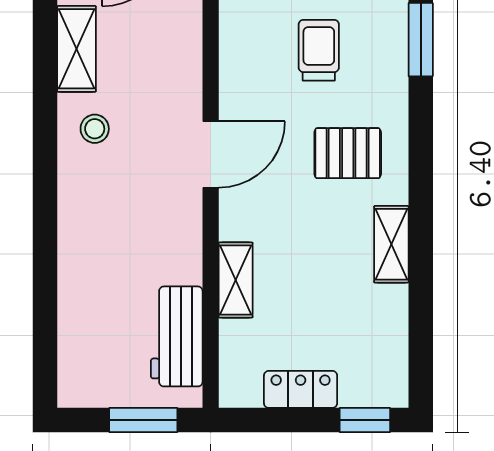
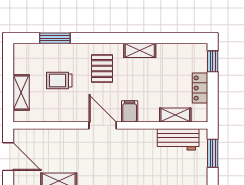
stool: (95, 129) -> (92, 173), removed
filing cabinet: (245, 220) -> (130, 111), added
shelving: (236, 280) -> (175, 115), moved

